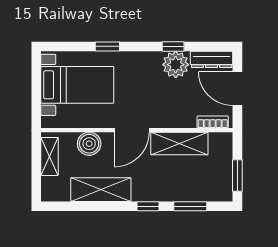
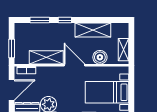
door: (237, 89) -> (12, 90), hinge flipped
door: (132, 130) -> (75, 65), hinge flipped
window: (237, 175) -> (12, 48), moved

